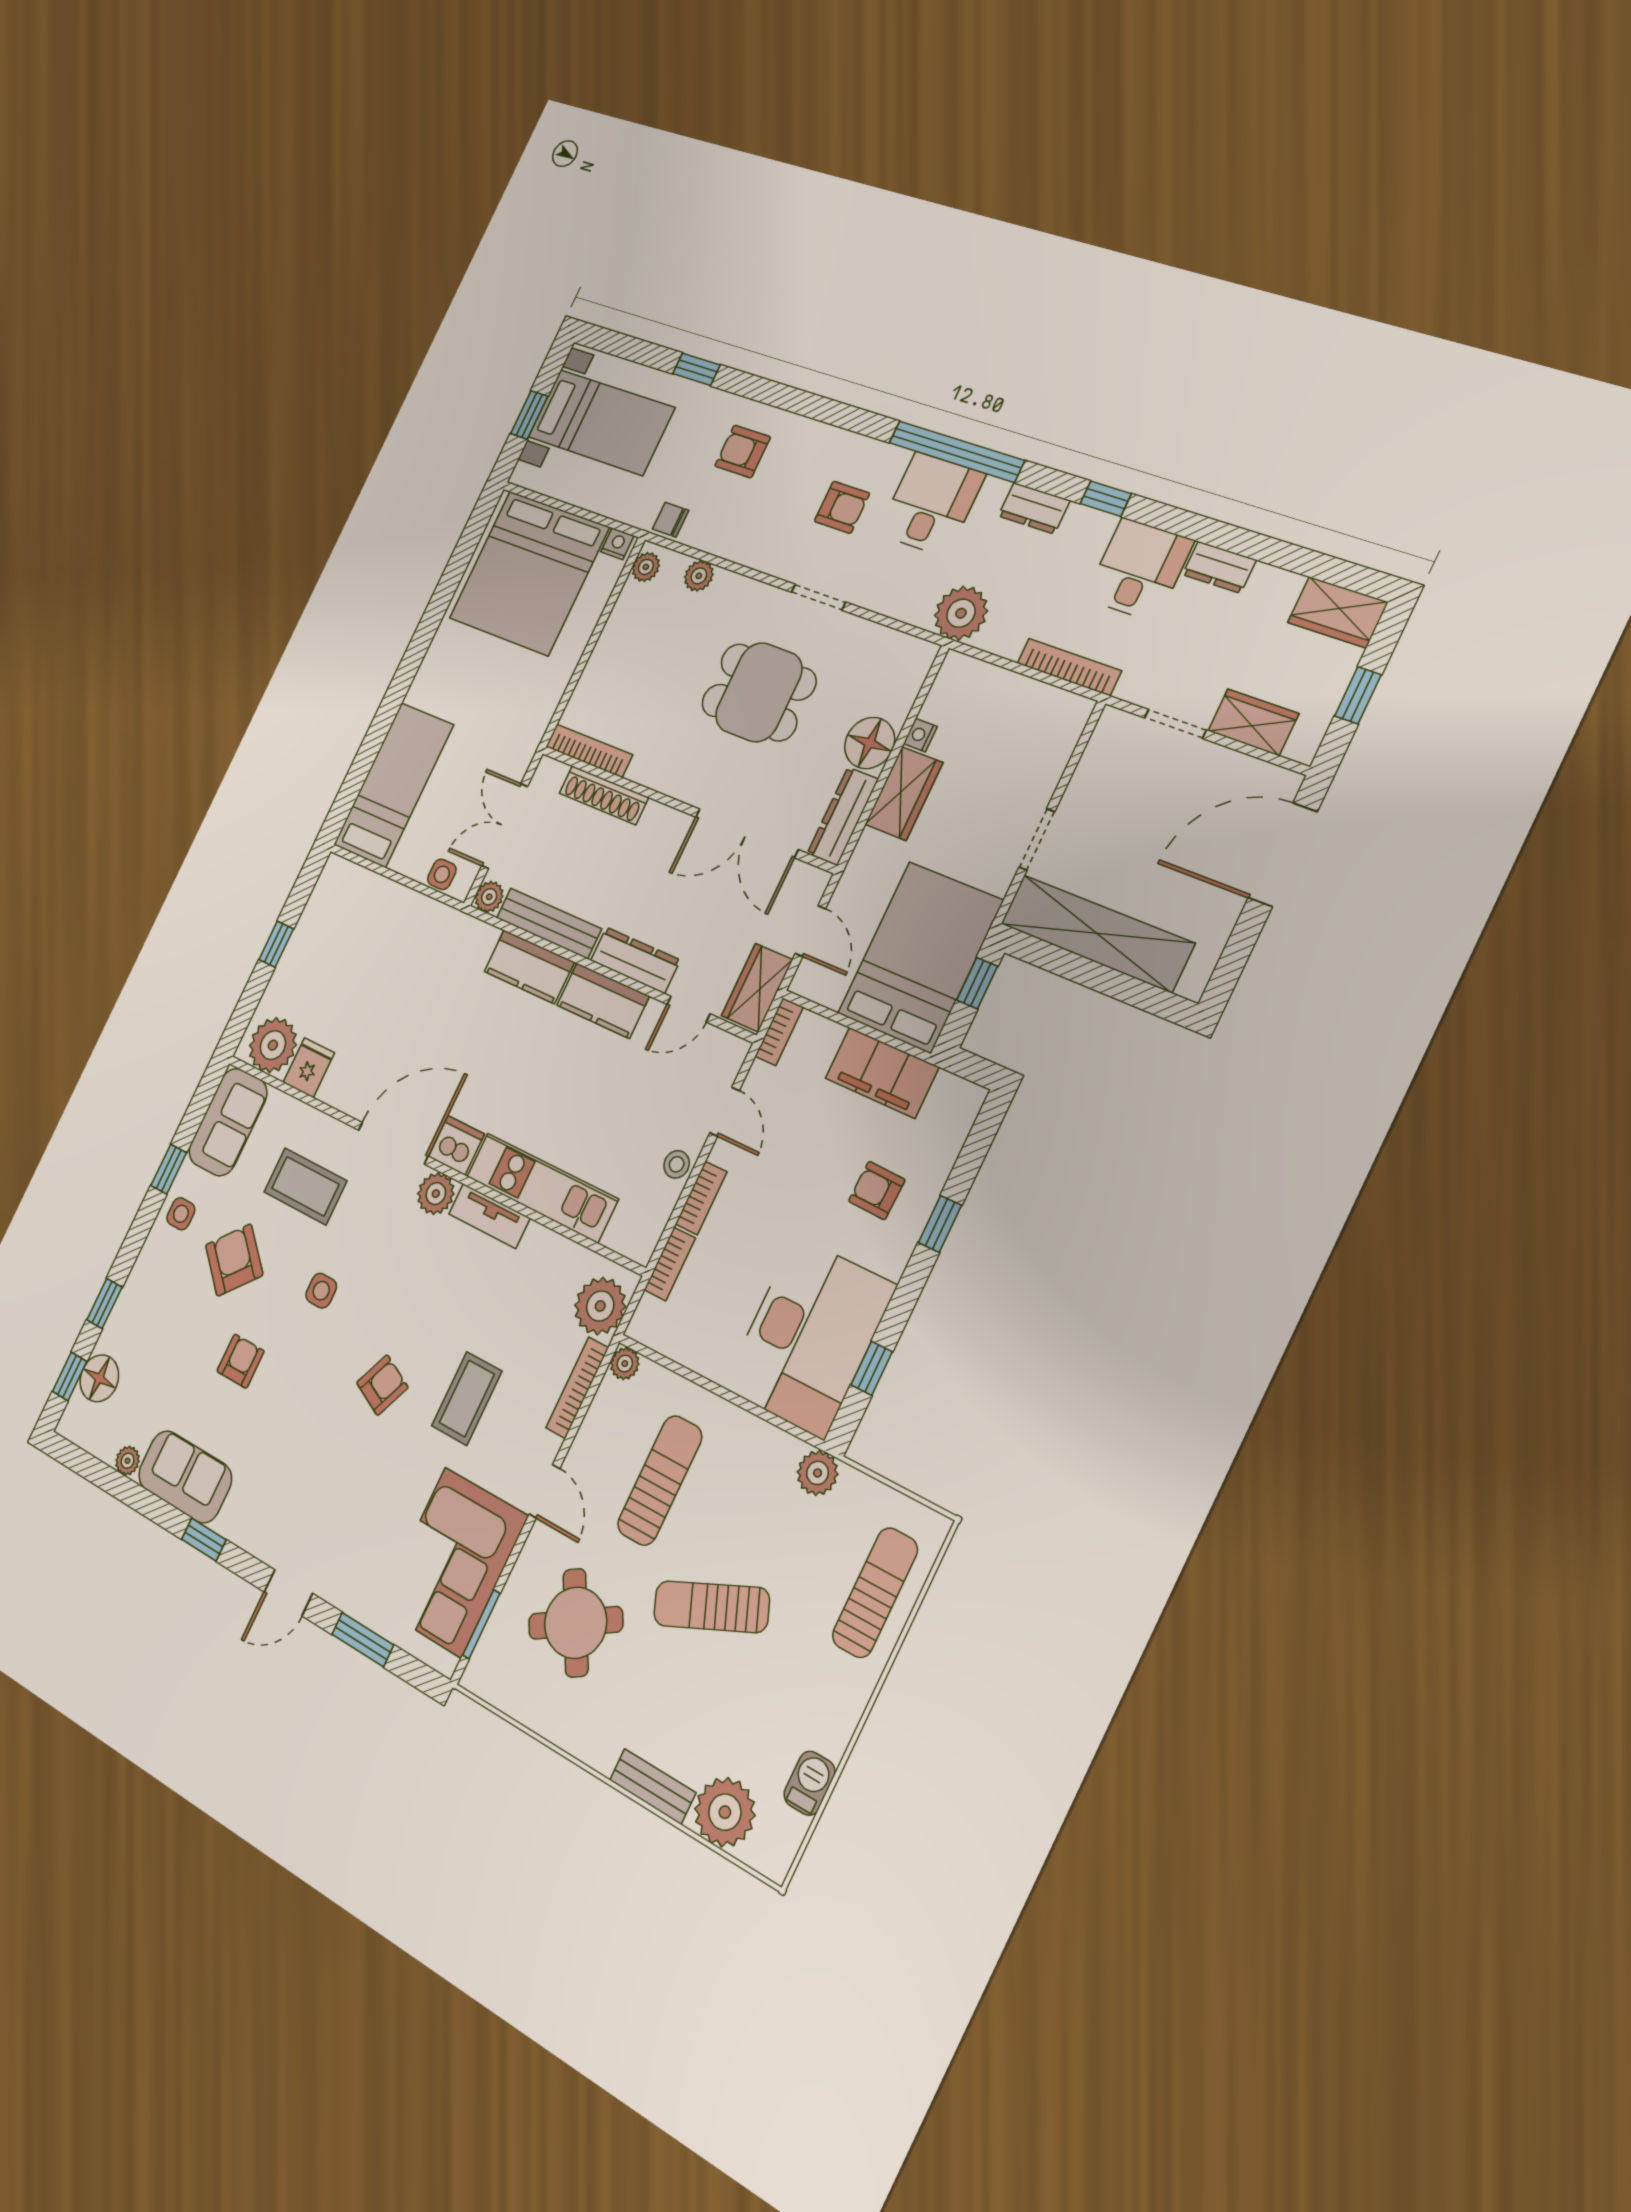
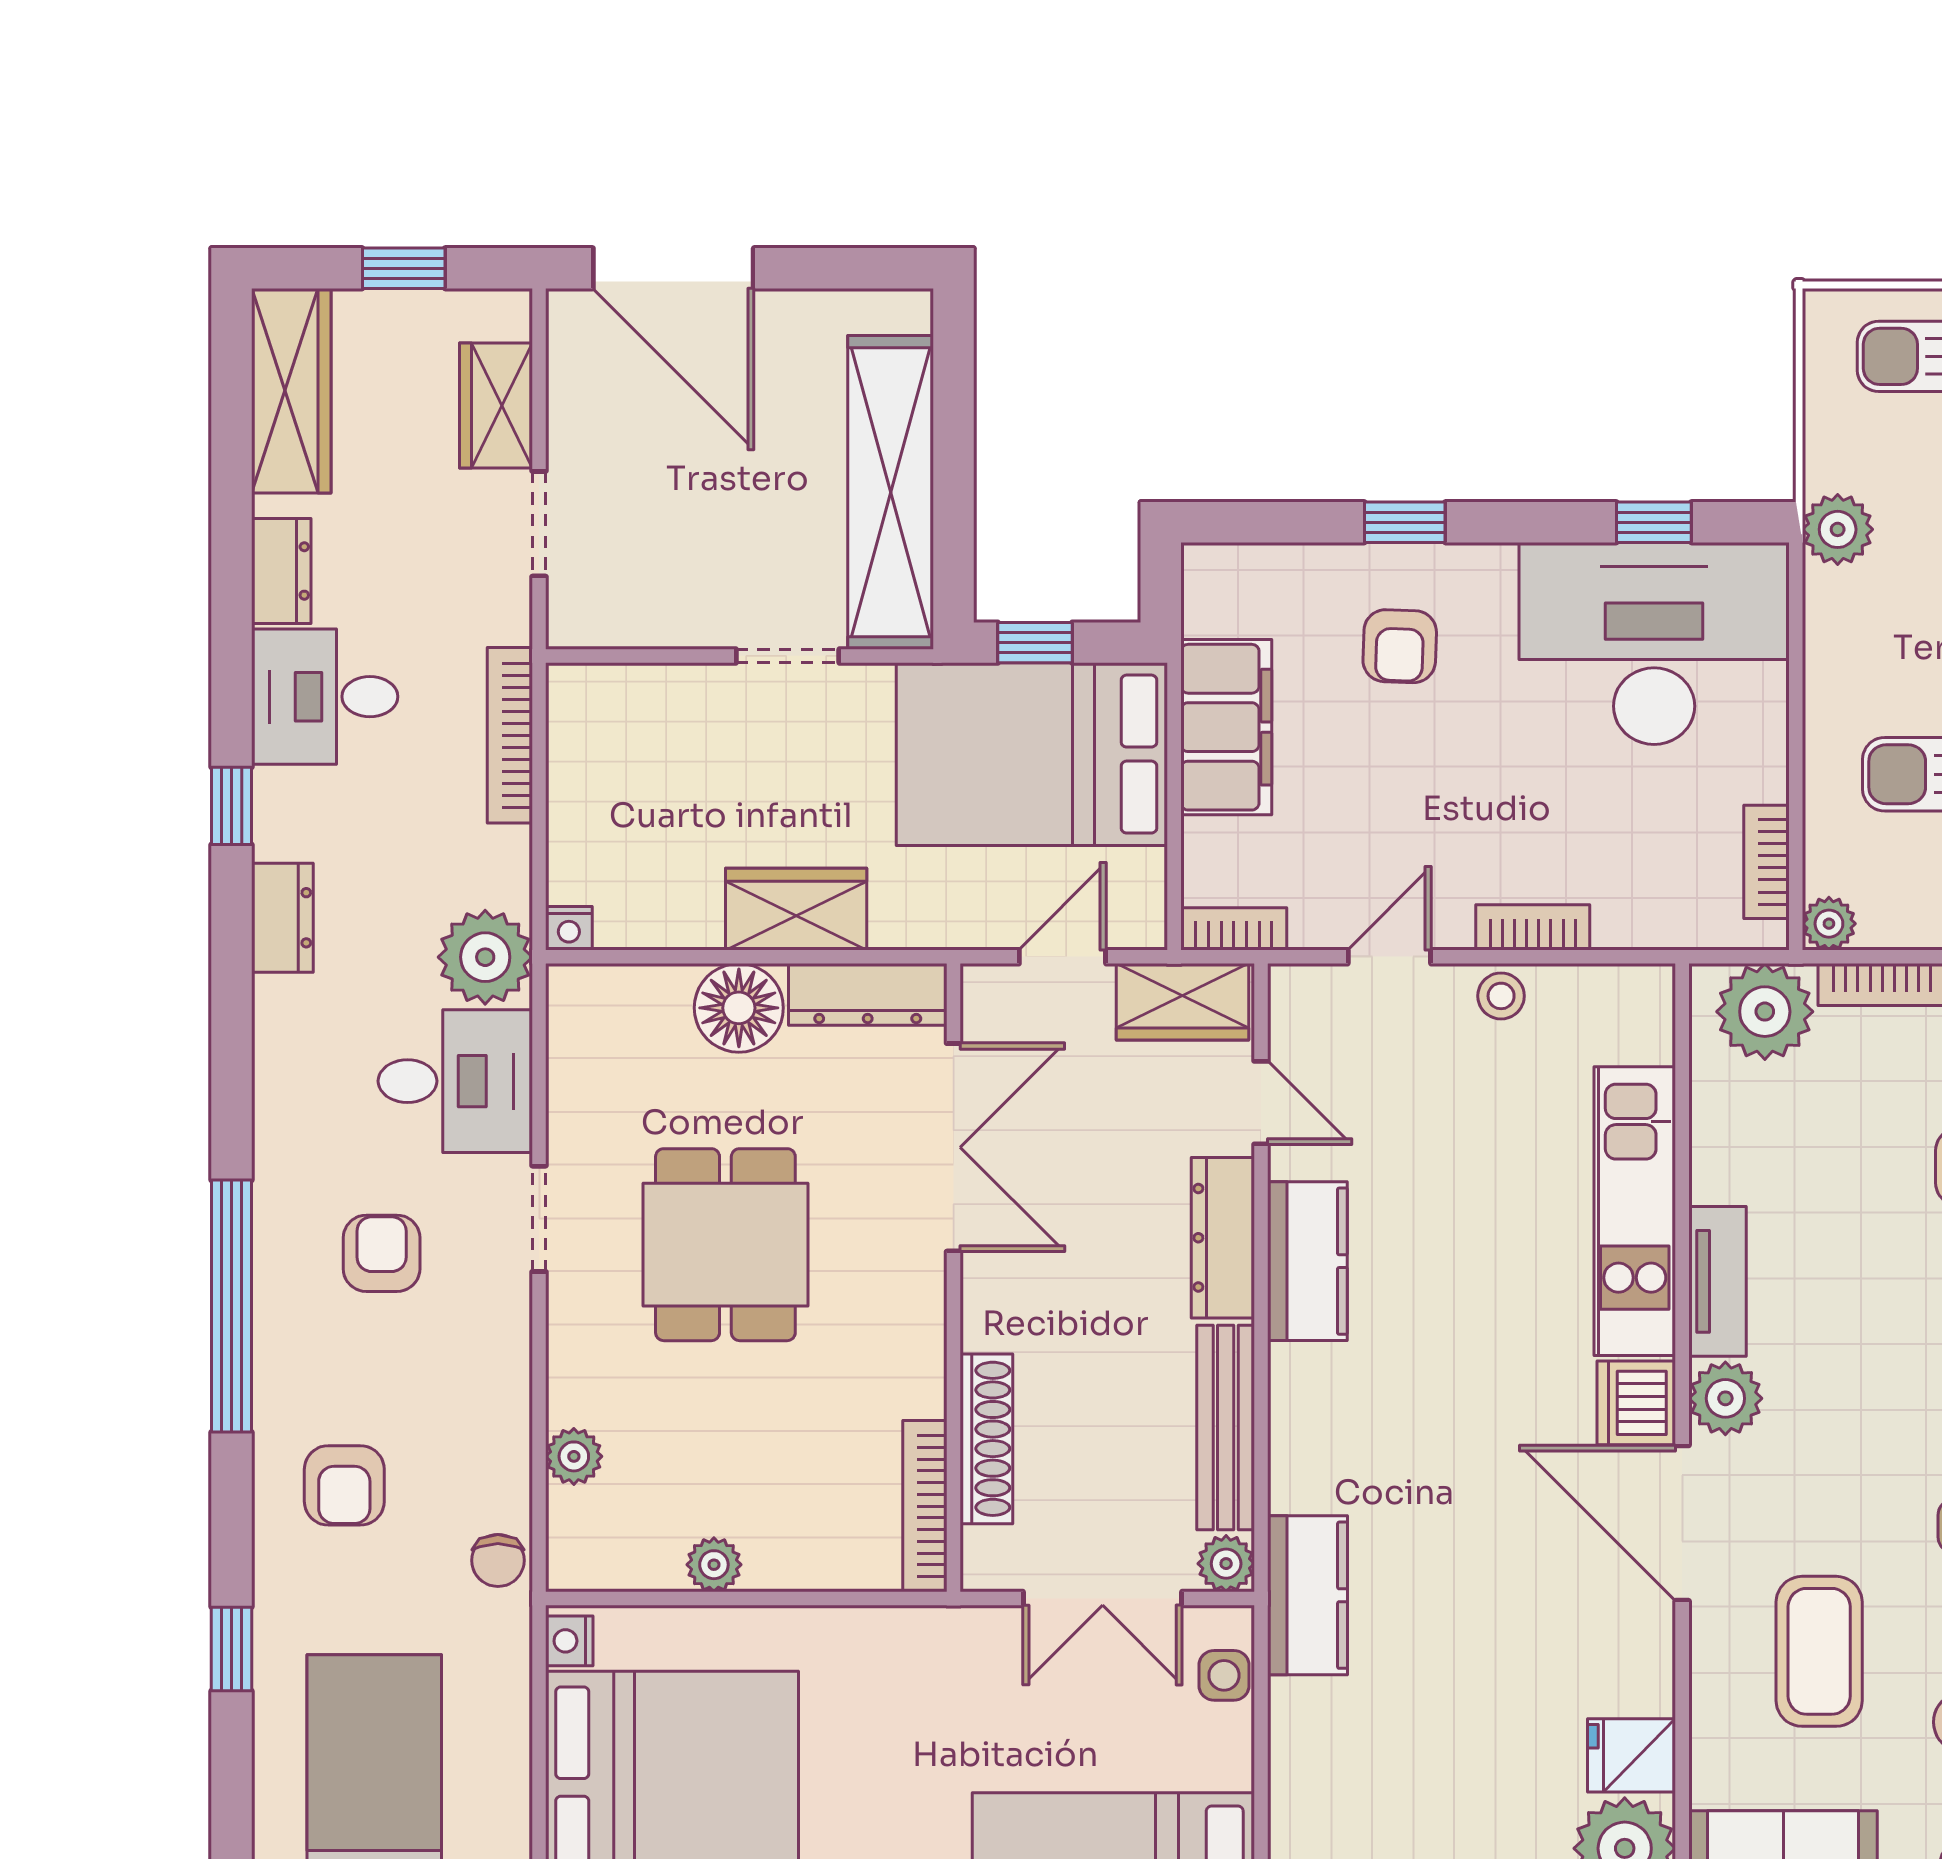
window: (956, 452) -> (232, 1306), moved
desk: (931, 504) -> (455, 1081), moved, turned 180
plant: (646, 567) -> (714, 1565), moved
wardrobe: (1338, 612) -> (291, 391), width x1.50
nightstand: (920, 735) -> (569, 928), moved
kitchen counter: (529, 967) -> (1307, 1595), moved
bookcase: (670, 1264) -> (1766, 862), moved, turned -90

